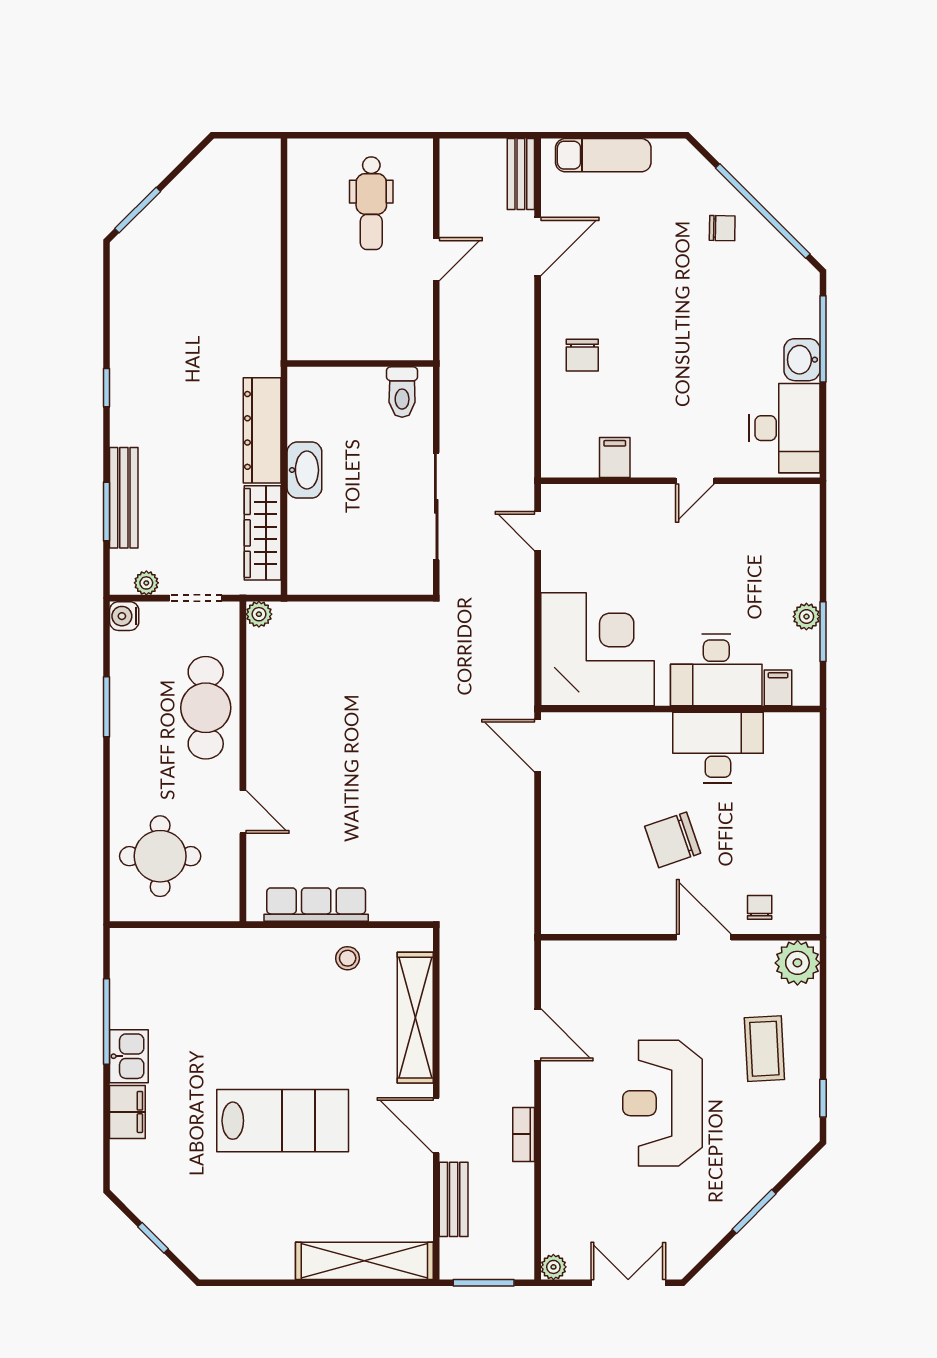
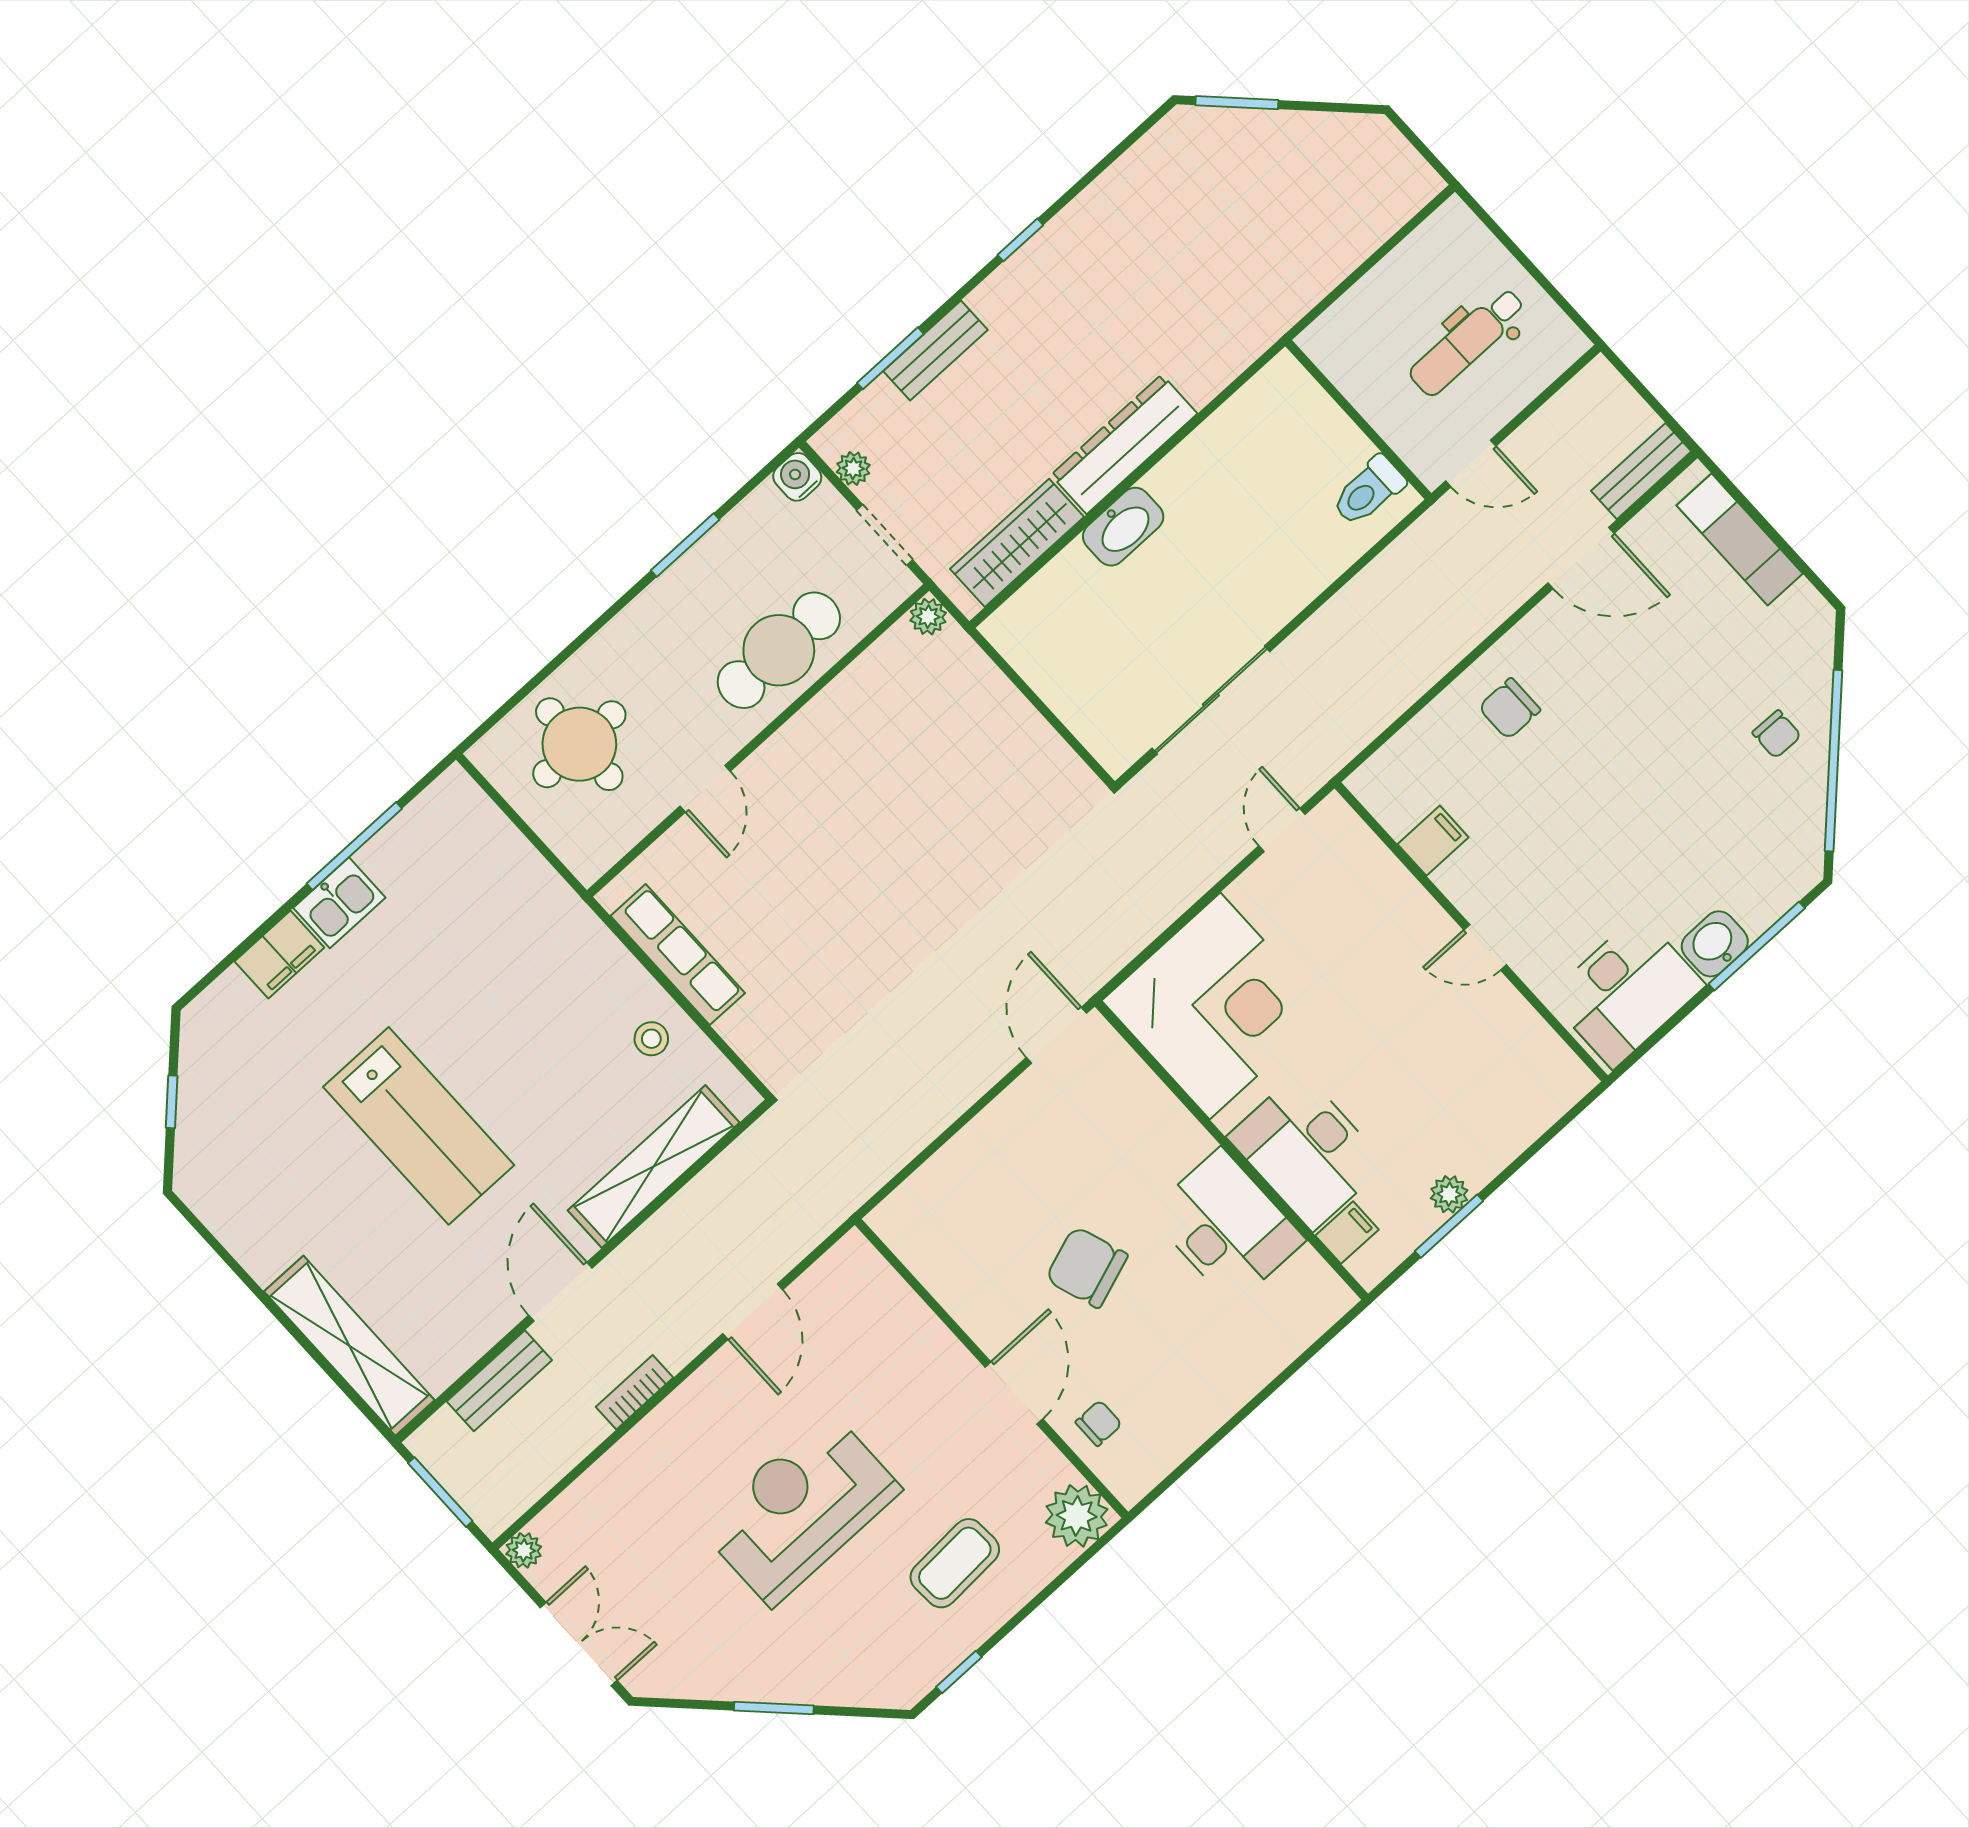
wall: (360, 364) -> (1358, 420), moved
toilet: (402, 392) -> (1368, 491), moved
bench: (124, 498) -> (935, 351), width x0.73

